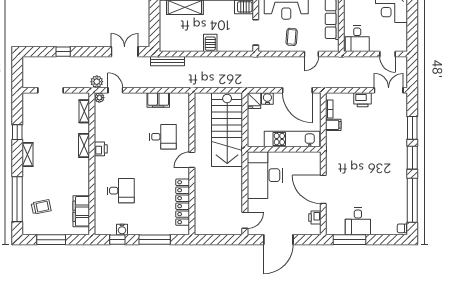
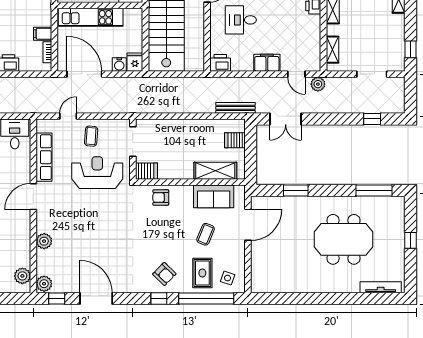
server rack: (210, 43) -> (235, 140), moved, turned 90
window: (63, 52) -> (372, 119), moved
plant: (99, 98) -> (315, 65), removed
filing cabinet: (158, 100) -> (267, 63), moved
printer: (181, 100) -> (220, 63), added
window: (17, 132) -> (410, 49), moved

